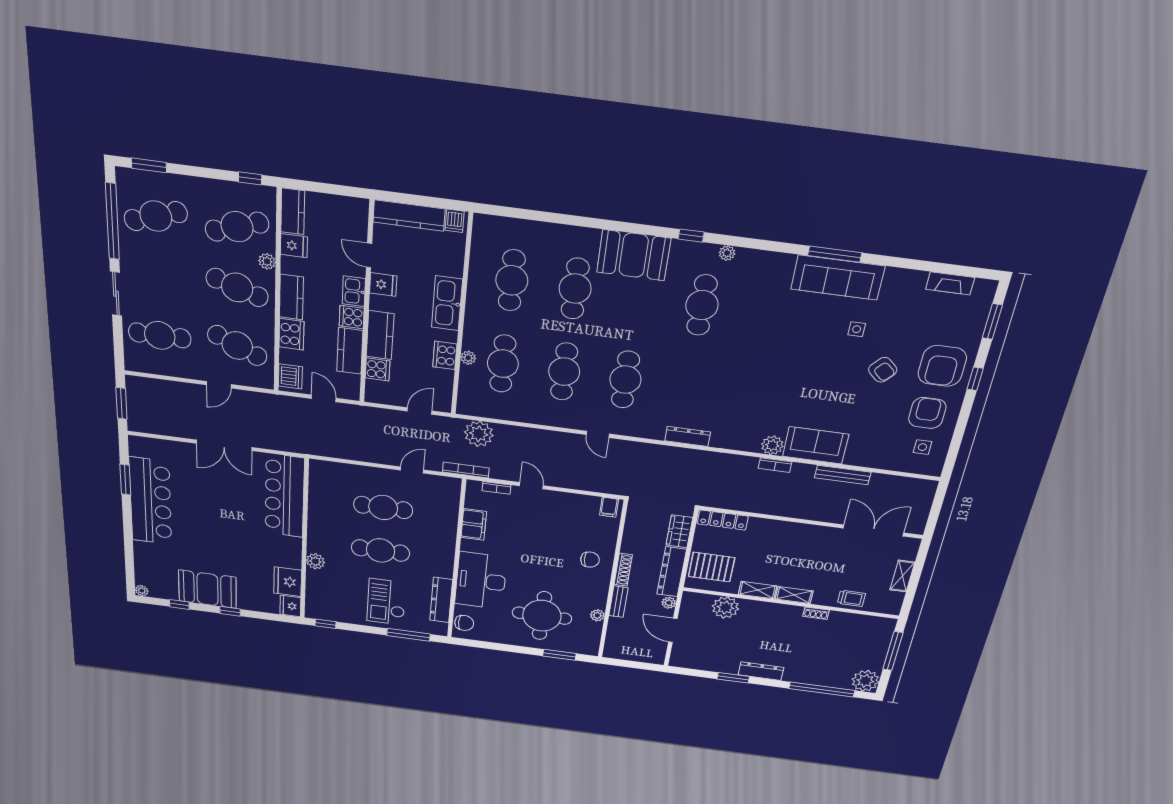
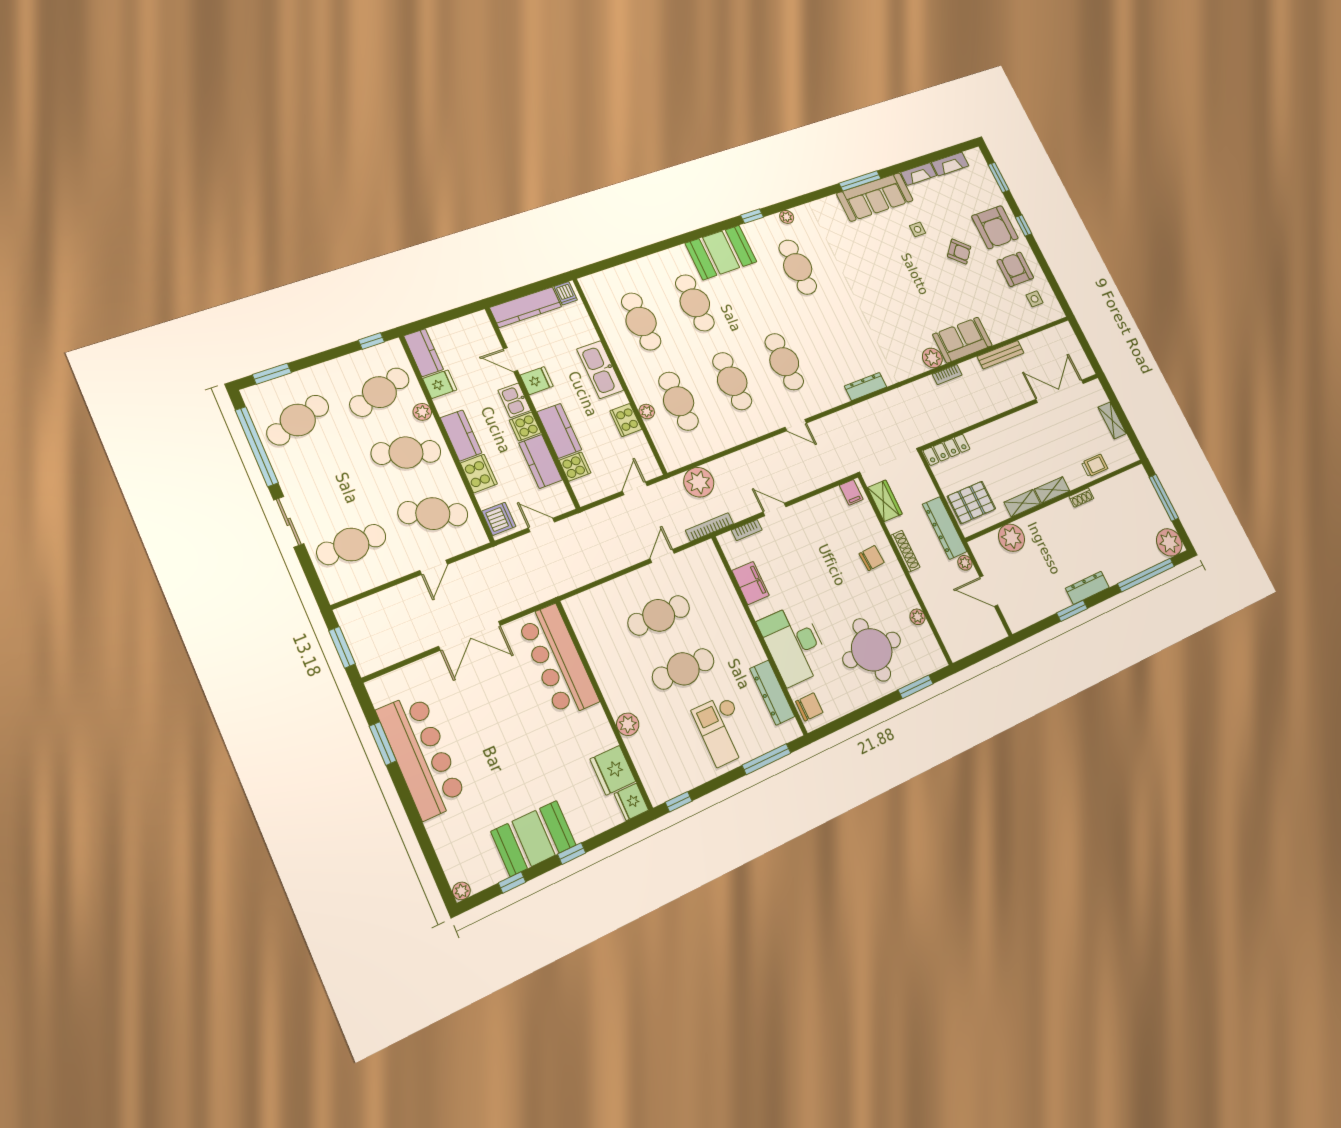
fireplace: (906, 277) -> (919, 174), added
wardrobe: (679, 531) -> (885, 501), moved, turned 180
bench: (618, 602) -> (925, 589), removed

